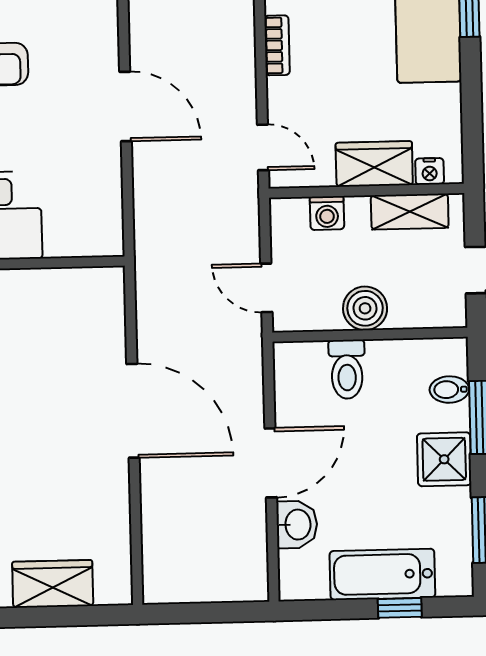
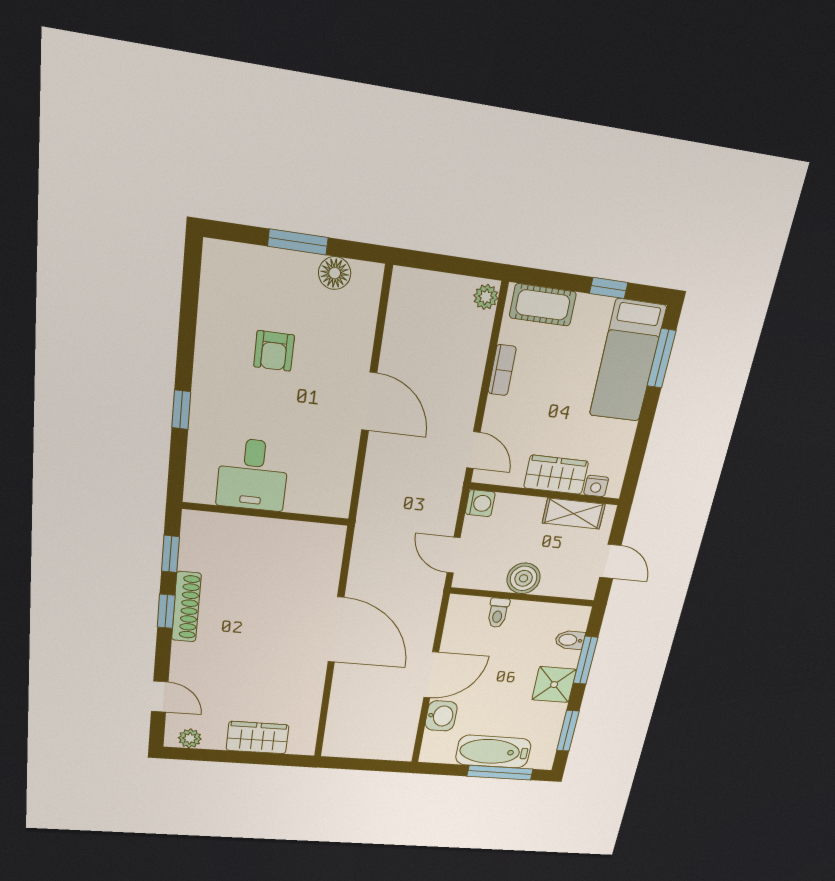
washing machine: (327, 213) -> (480, 503), moved, turned -90
toilet: (347, 369) -> (498, 613), width x0.73, depth x0.72
window: (400, 608) -> (500, 773), width x2.17

